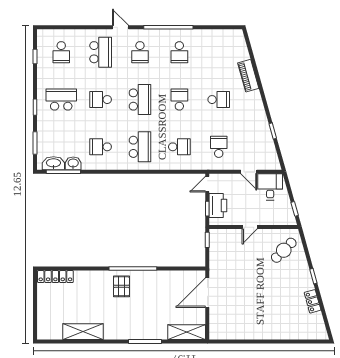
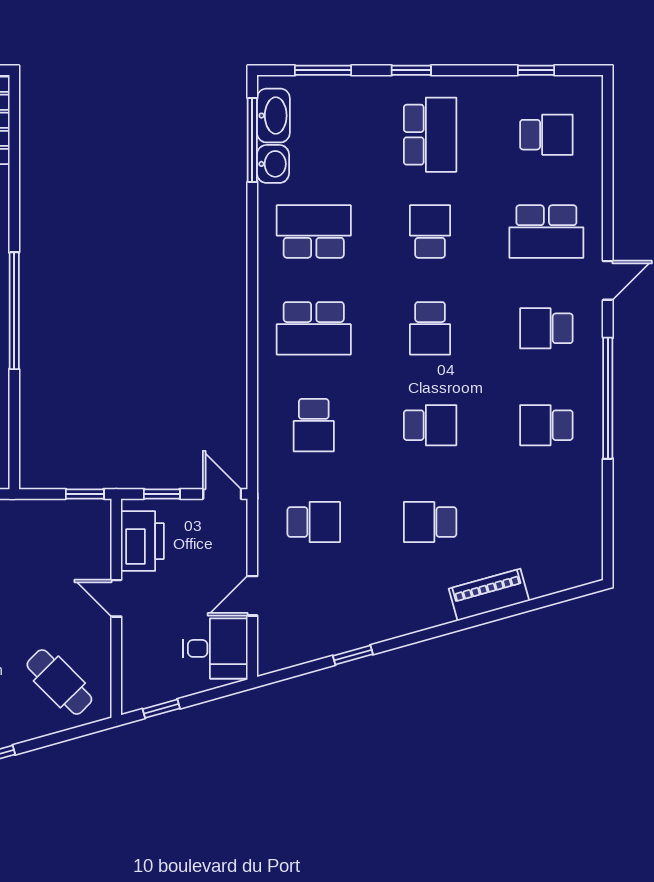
school desk: (61, 52) -> (546, 135), turned 180
school desk: (140, 100) -> (430, 328), width x0.54
school desk: (219, 100) -> (430, 522), turned 90
school desk: (101, 147) -> (314, 232), width x1.85
printer: (218, 206) -> (142, 541), moved, turned -90

